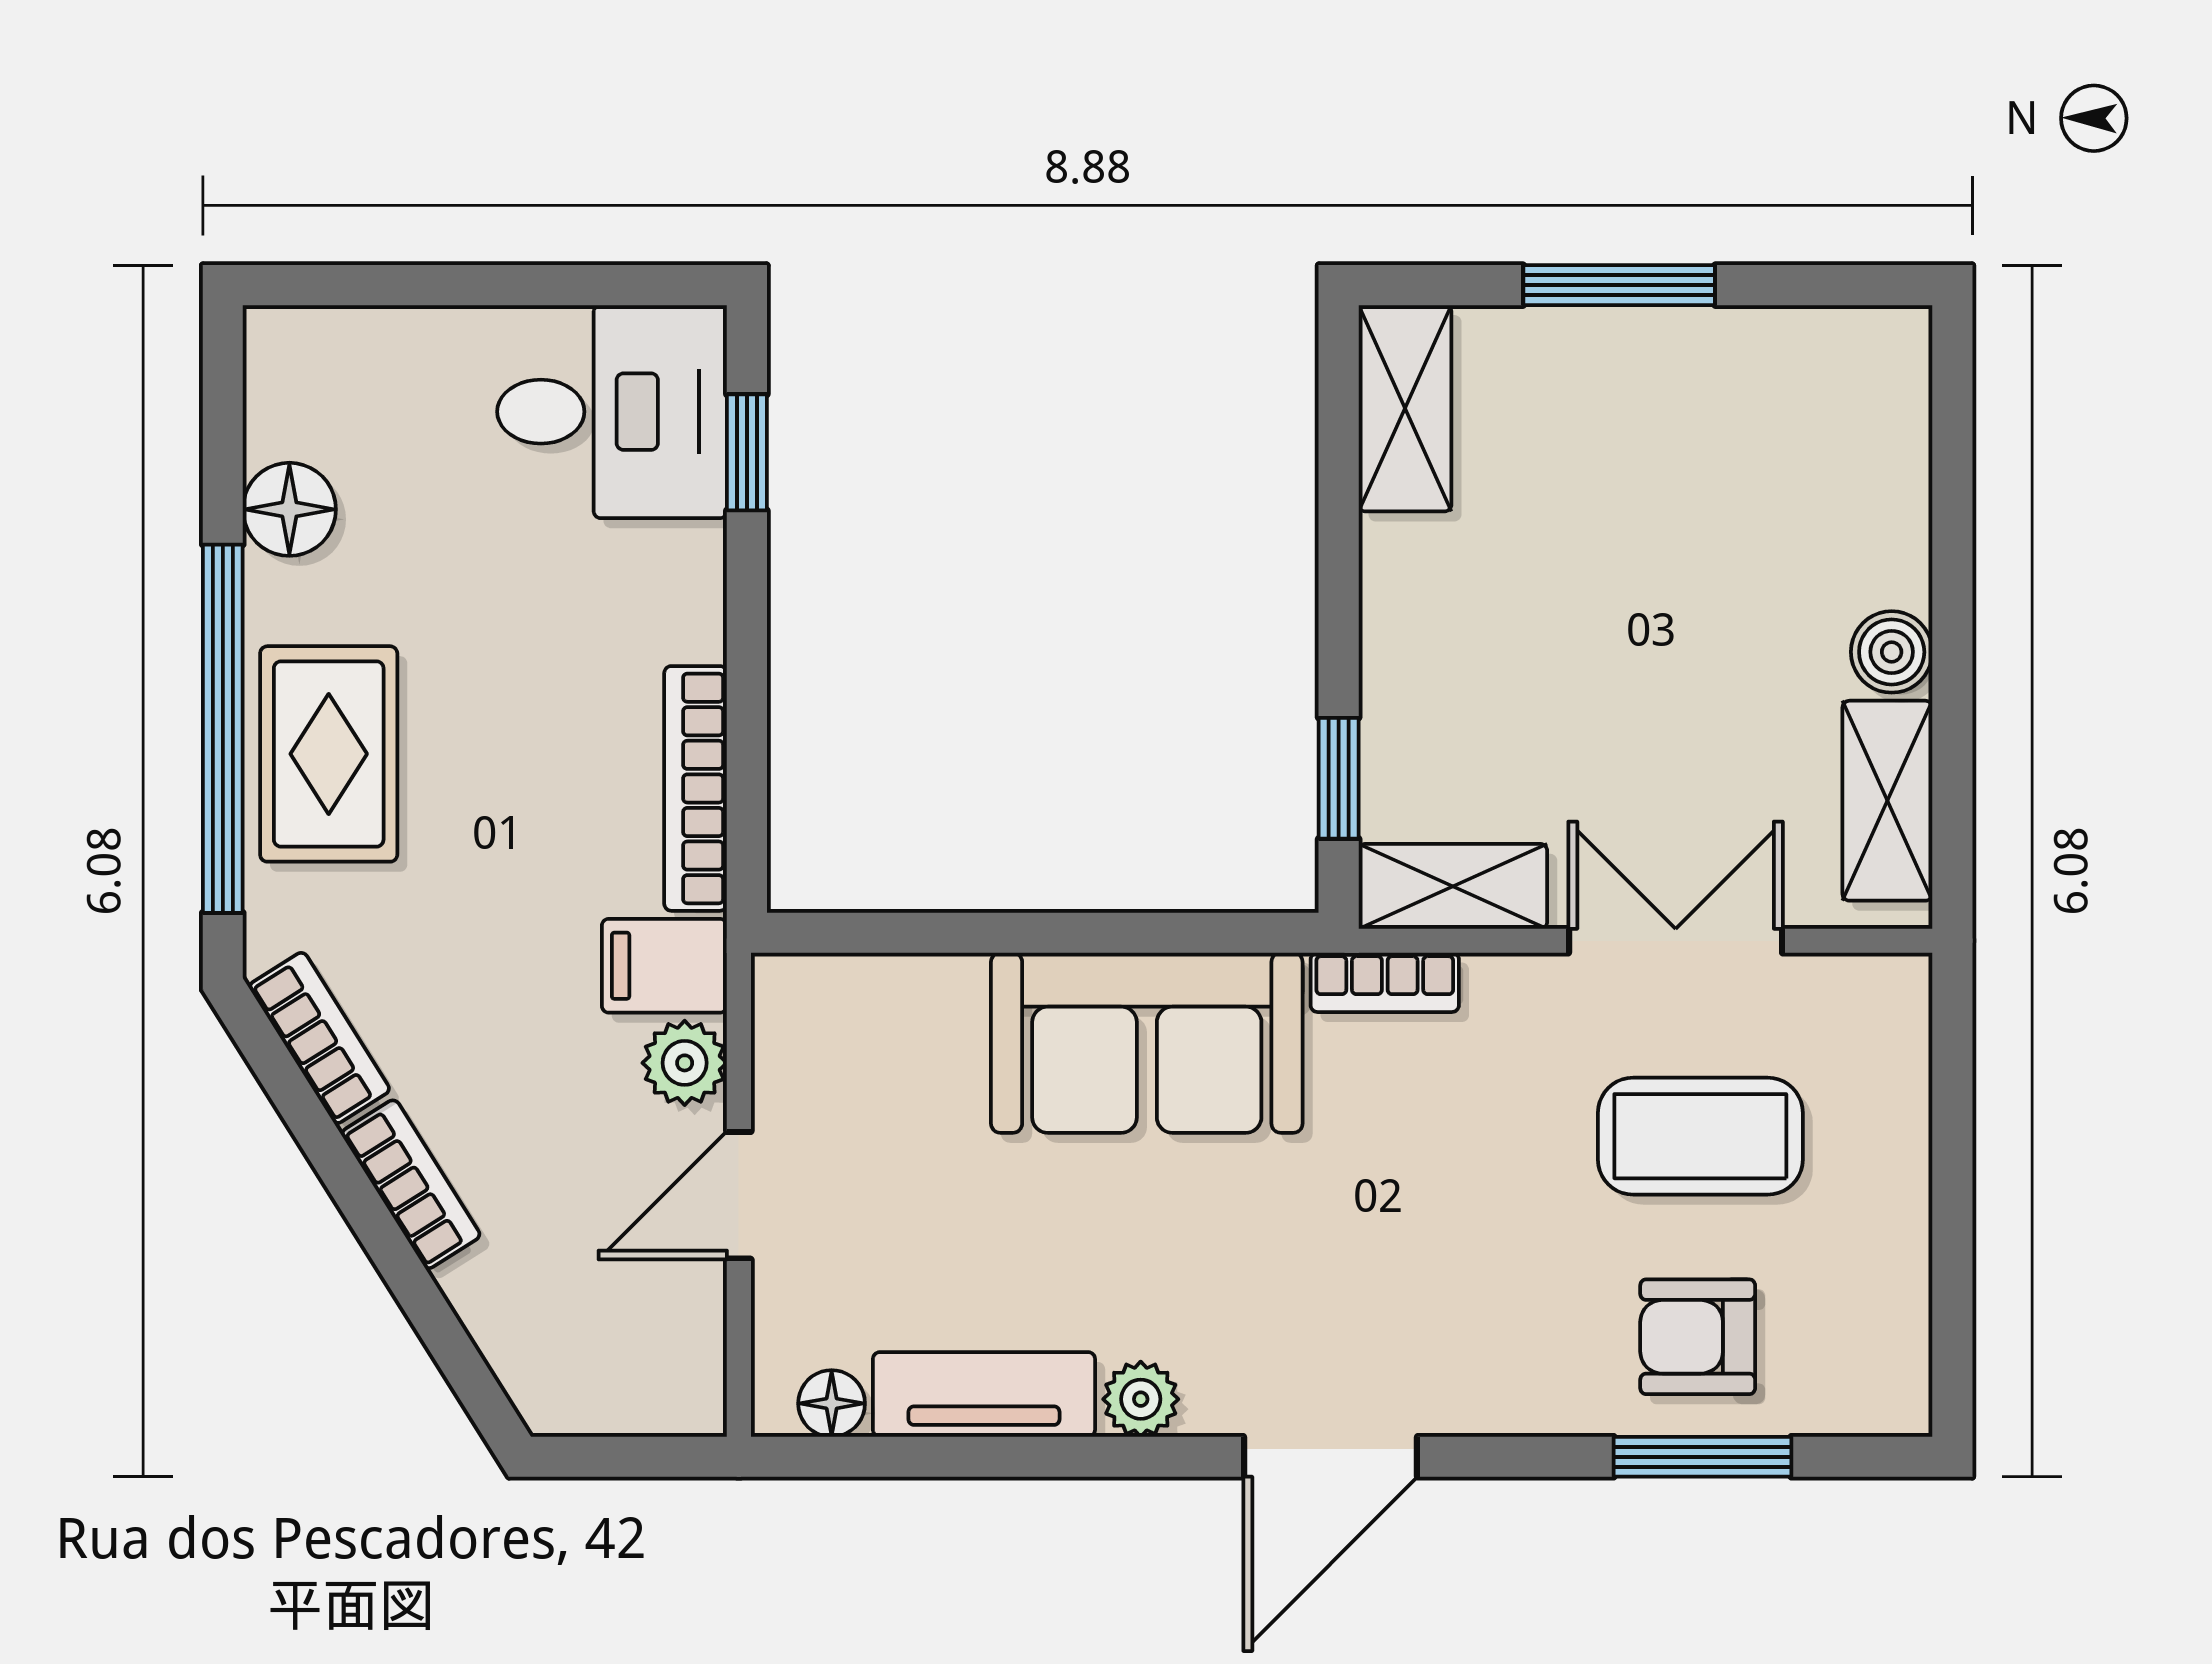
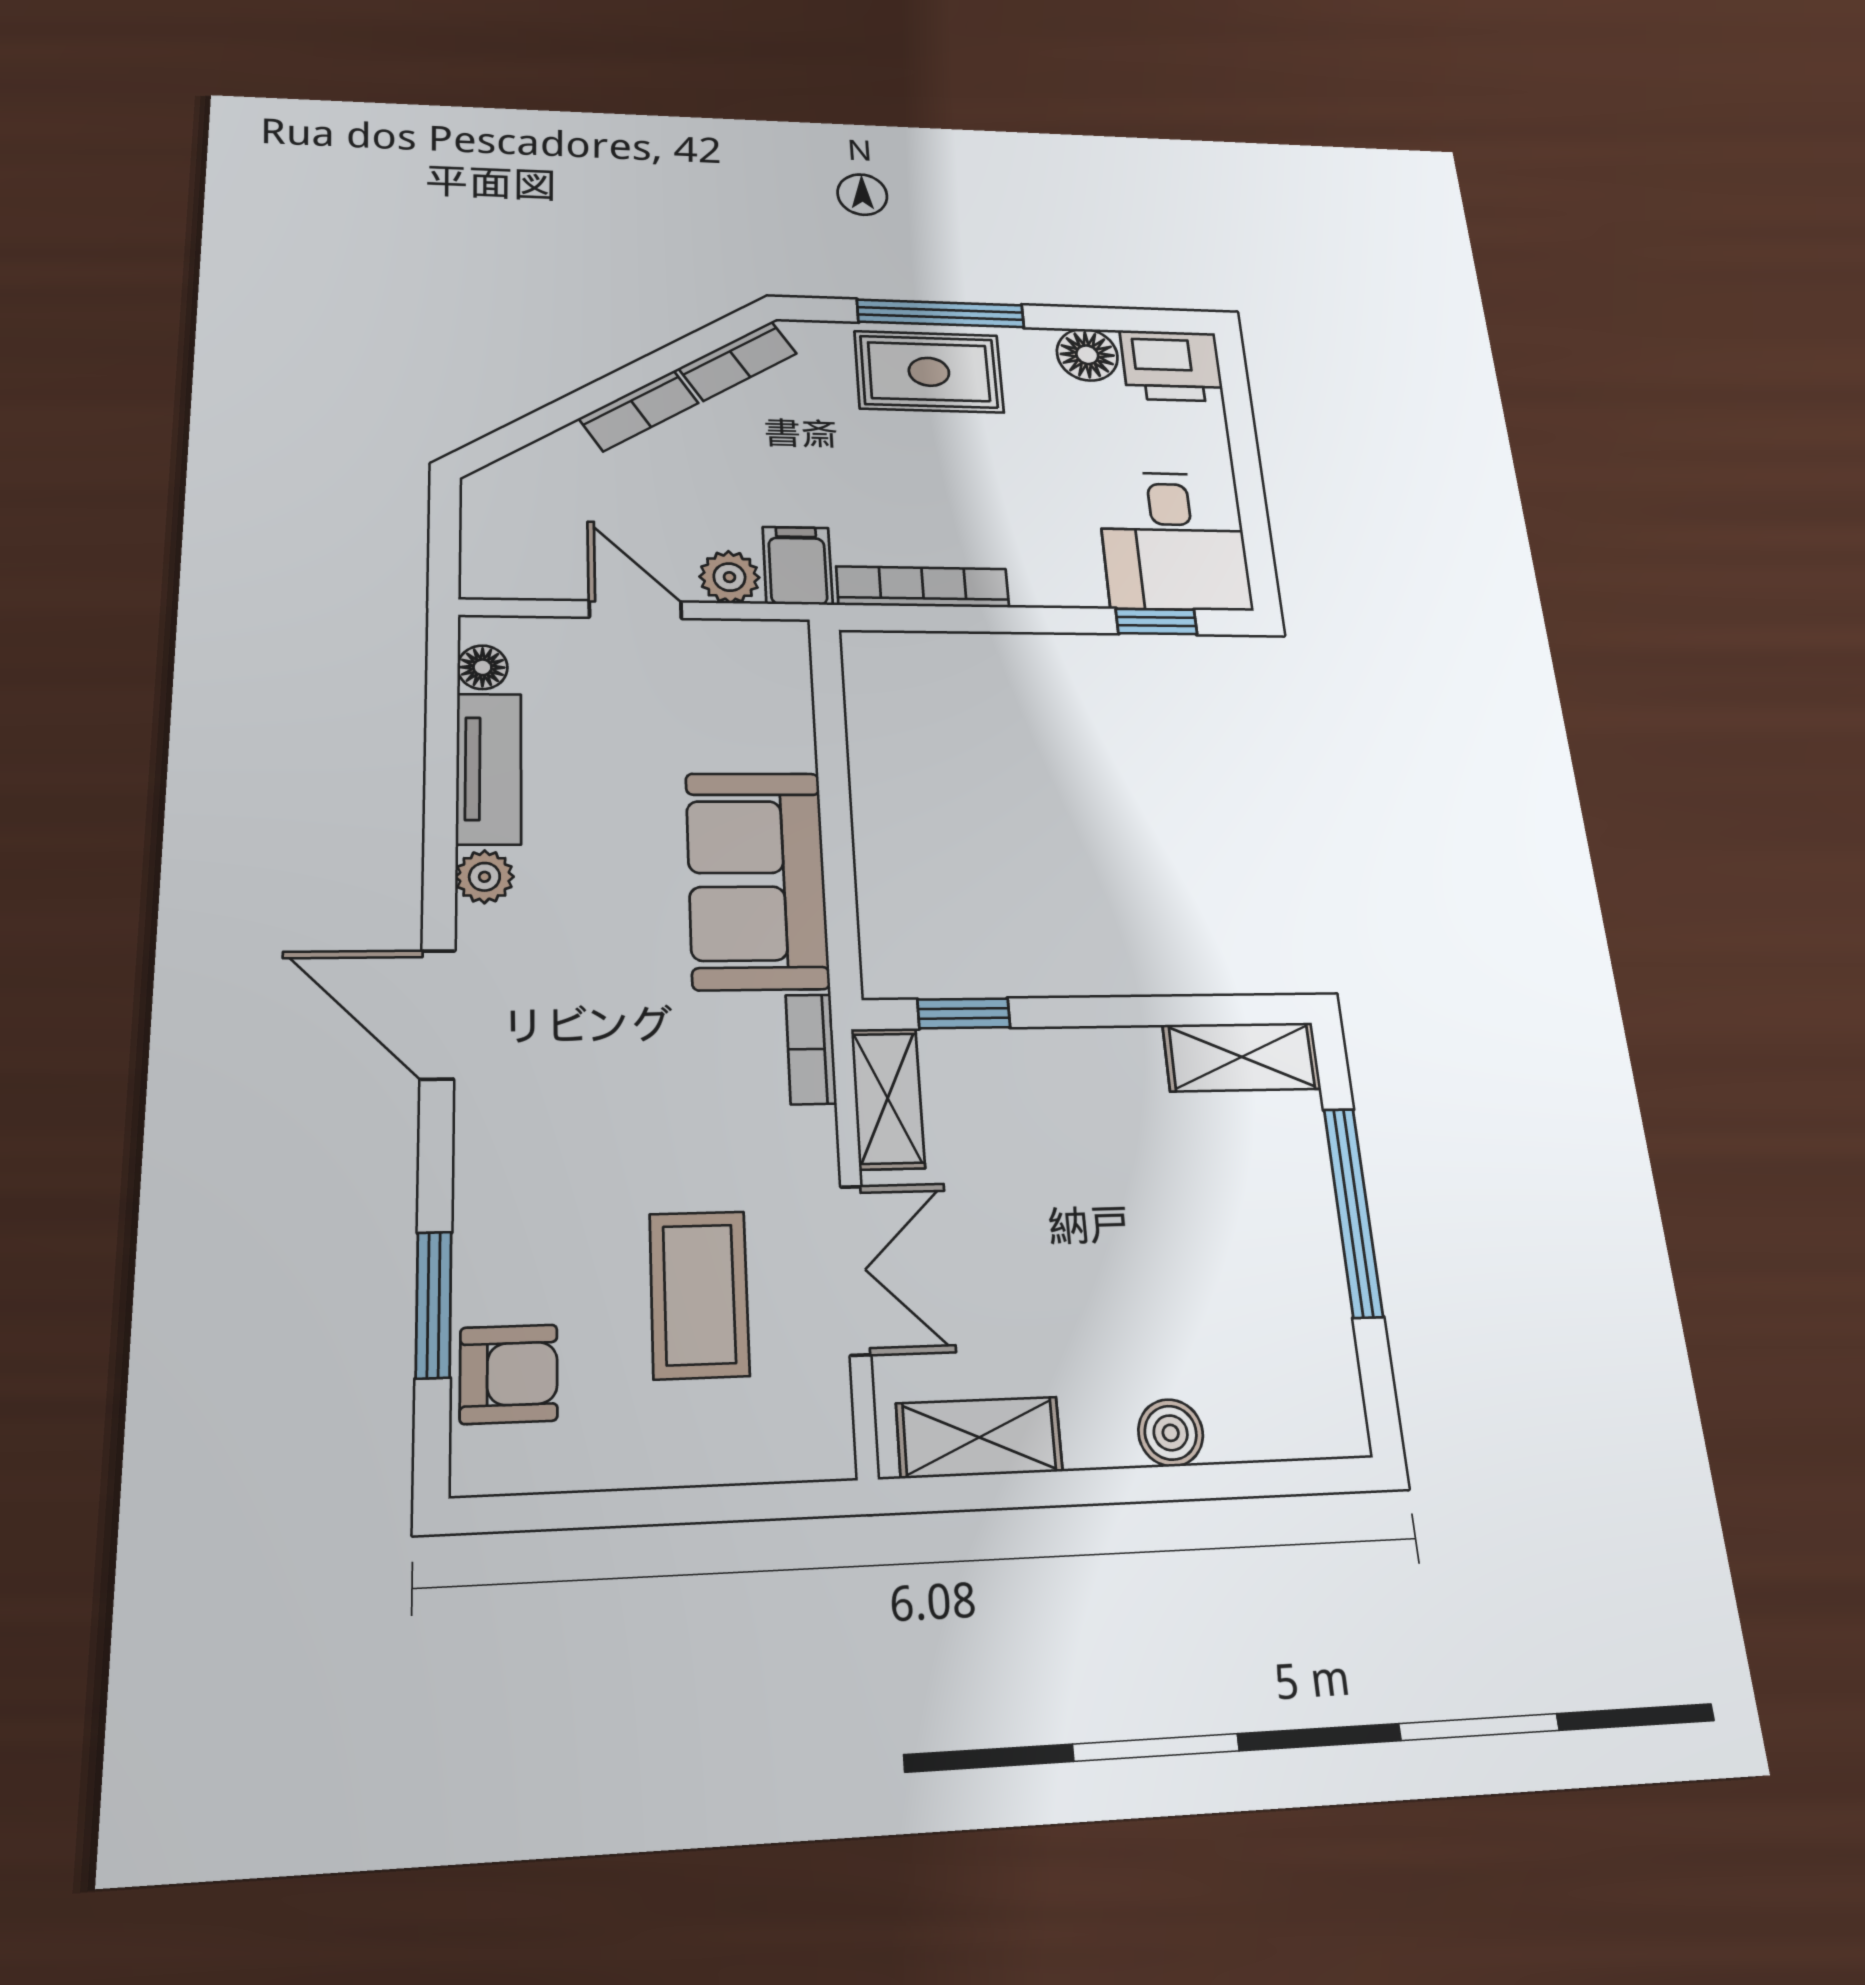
window: (1619, 285) -> (1353, 1212), width x1.44
printer: (305, 380) -> (1172, 366), added
boiler: (1892, 652) -> (1171, 1433), moved
window: (223, 729) -> (941, 313), width x0.68
armchair: (1698, 1337) -> (509, 1374), moved, turned 90

